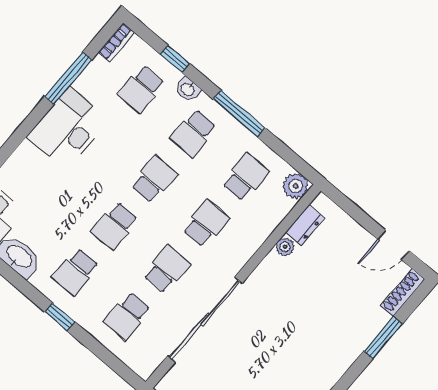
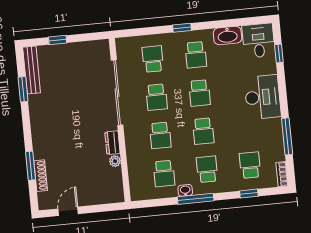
washbasin: (188, 89) -> (185, 190), moved
desk: (68, 129) -> (263, 97), moved
plant: (296, 186) -> (138, 193), removed
school desk: (115, 225) -> (200, 93), turned 180
dresser: (305, 225) -> (112, 143), moved
school desk: (75, 272) -> (196, 55), turned 180
shoe rack: (403, 293) -> (41, 176), moved

